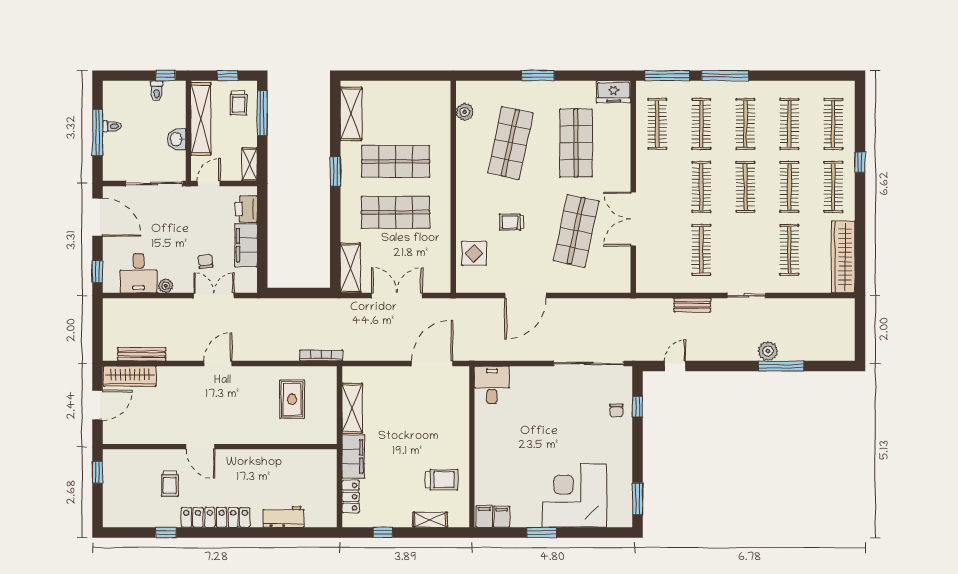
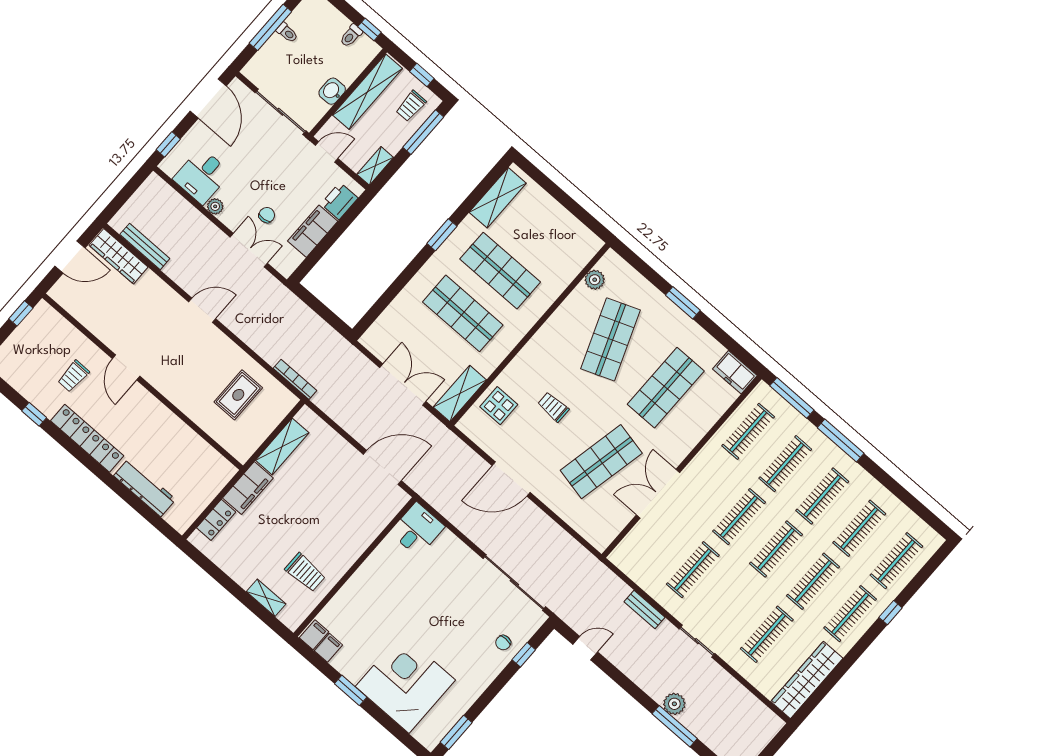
shop shelf: (510, 143) -> (610, 339), turned -33
shelving: (350, 268) -> (460, 393), moved
workbench: (284, 517) -> (145, 488), width x1.38
window: (383, 532) -> (217, 574), removed

